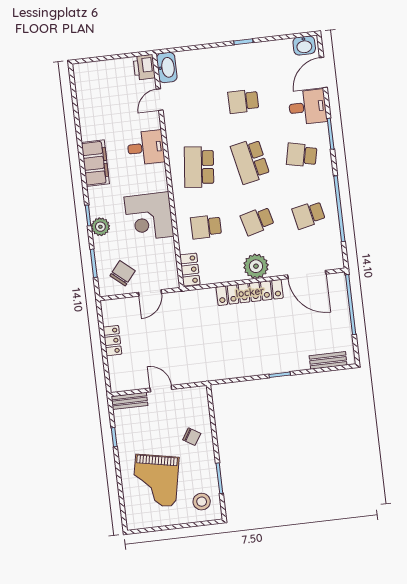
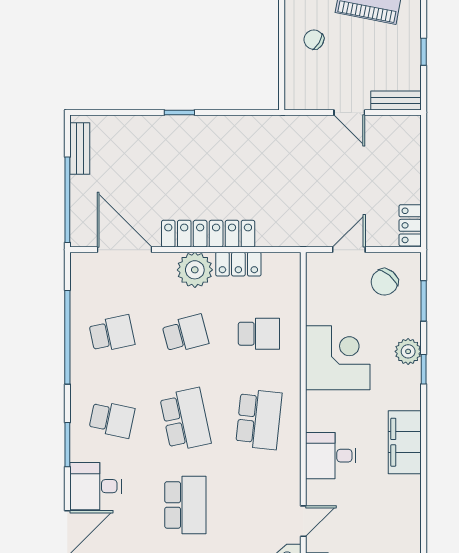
school desk: (243, 101) -> (185, 505), width x1.85
locker: (190, 270) -> (238, 264), moved, turned -90
locker: (112, 341) -> (410, 225), moved
bench: (328, 360) -> (80, 149), moved, turned 90

